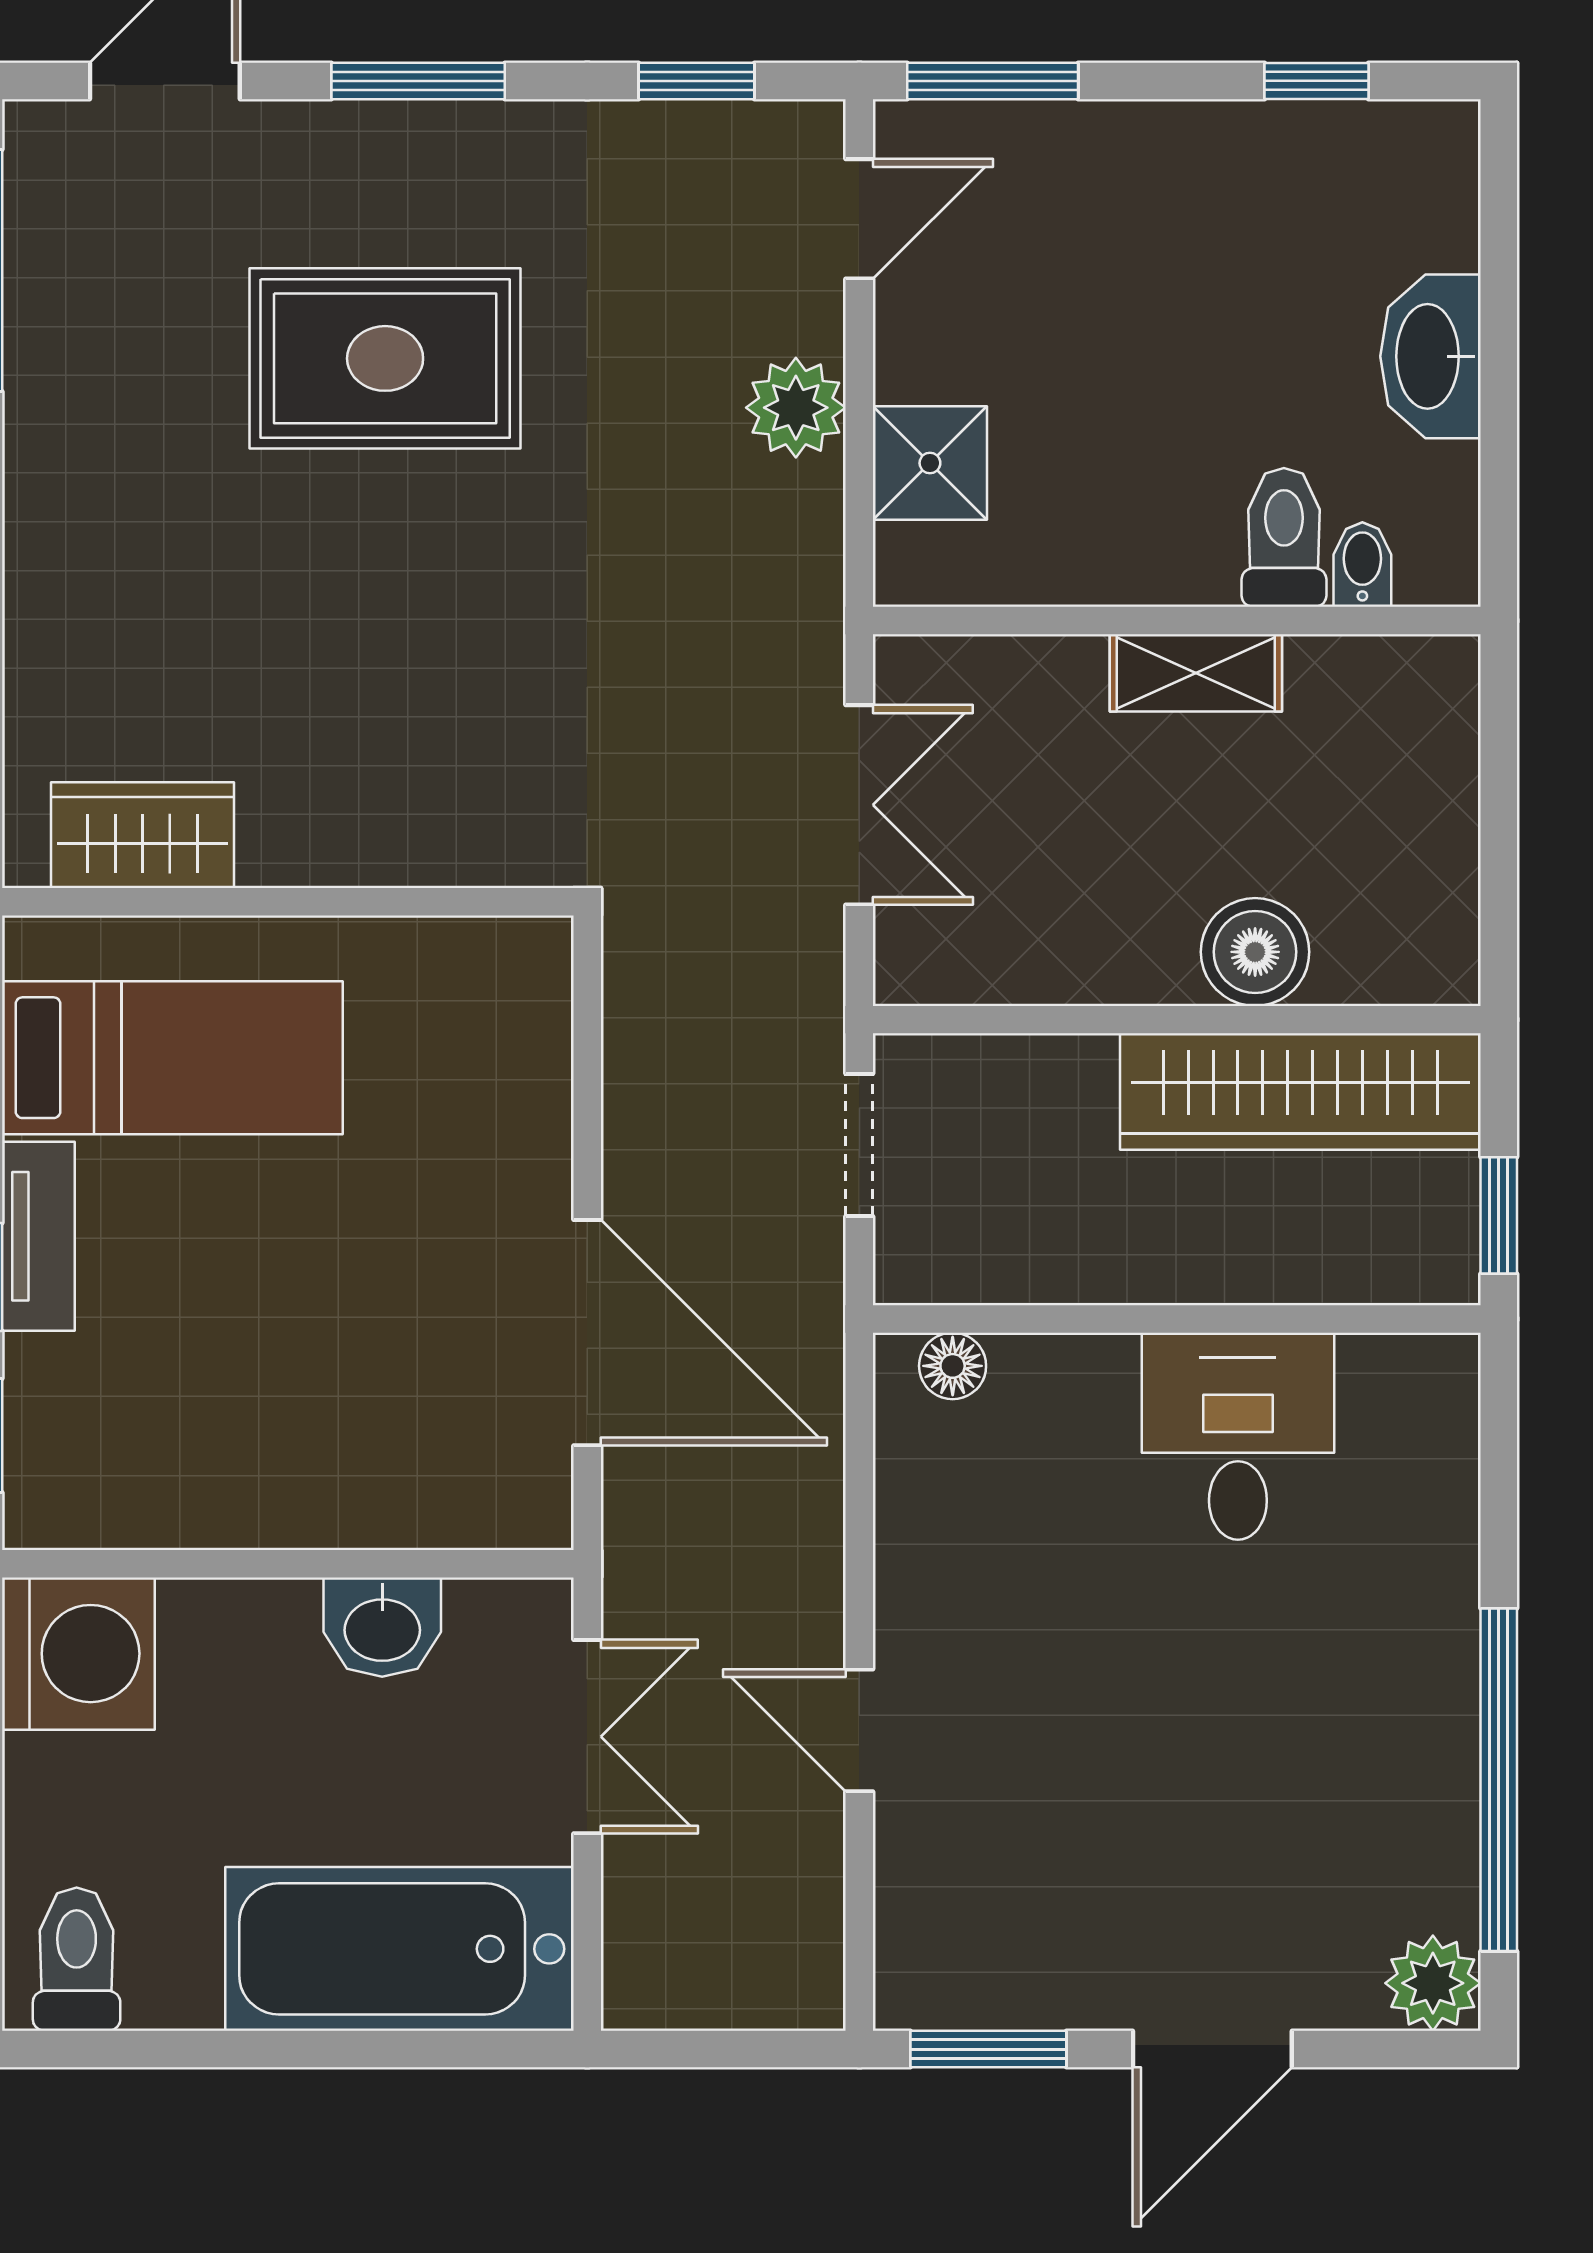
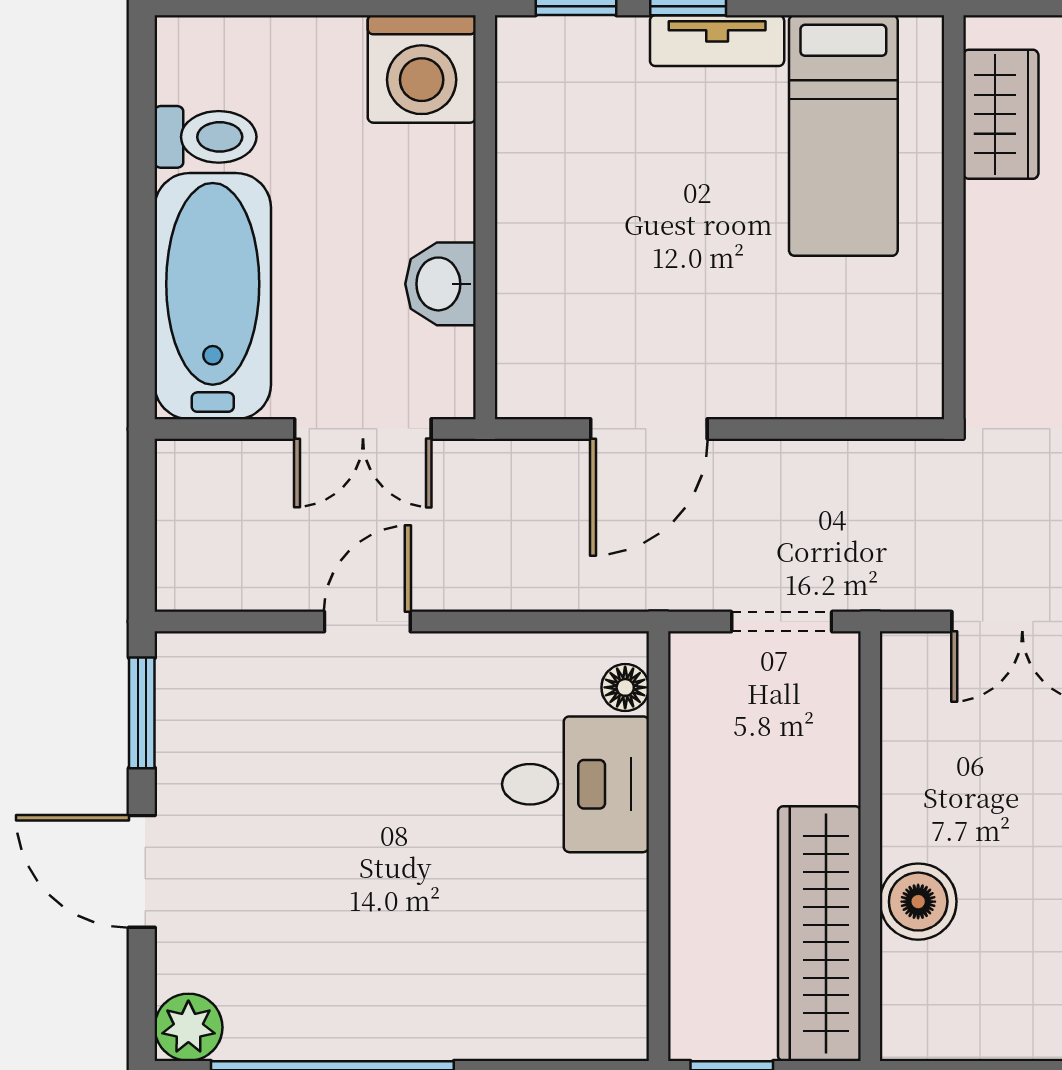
door: (587, 1333) -> (649, 429), width x0.73
desk: (1238, 1436) -> (576, 784), moved
toilet: (77, 1959) -> (205, 137), moved

